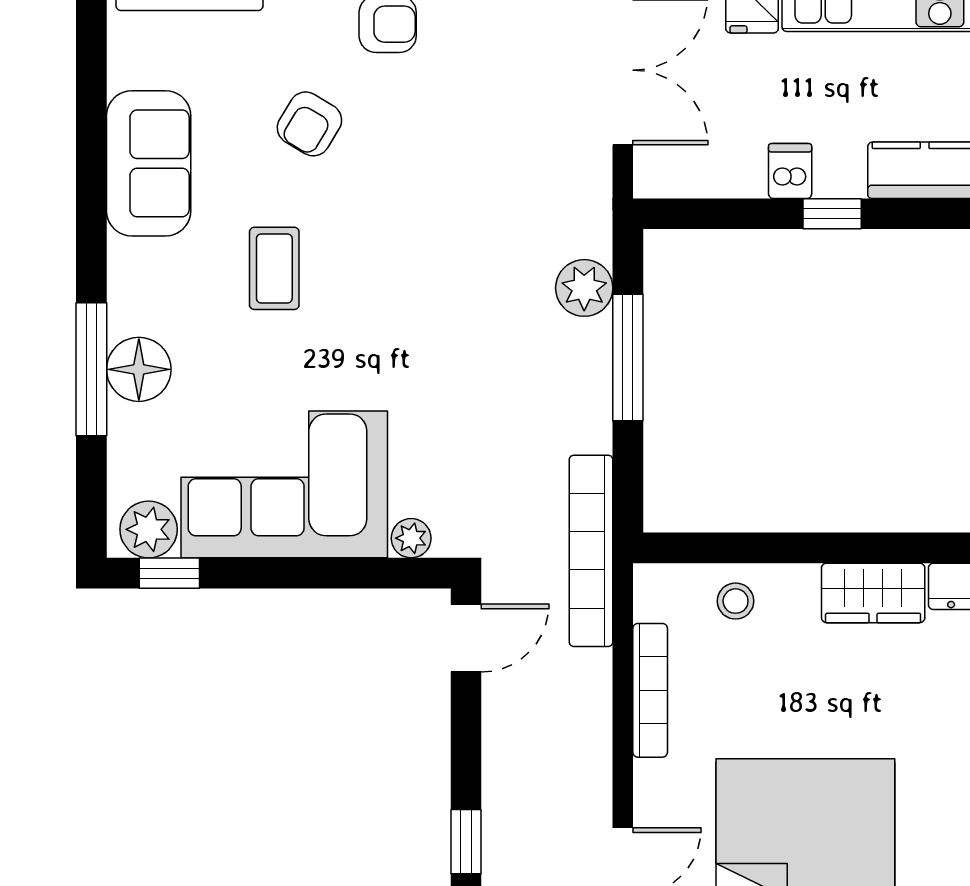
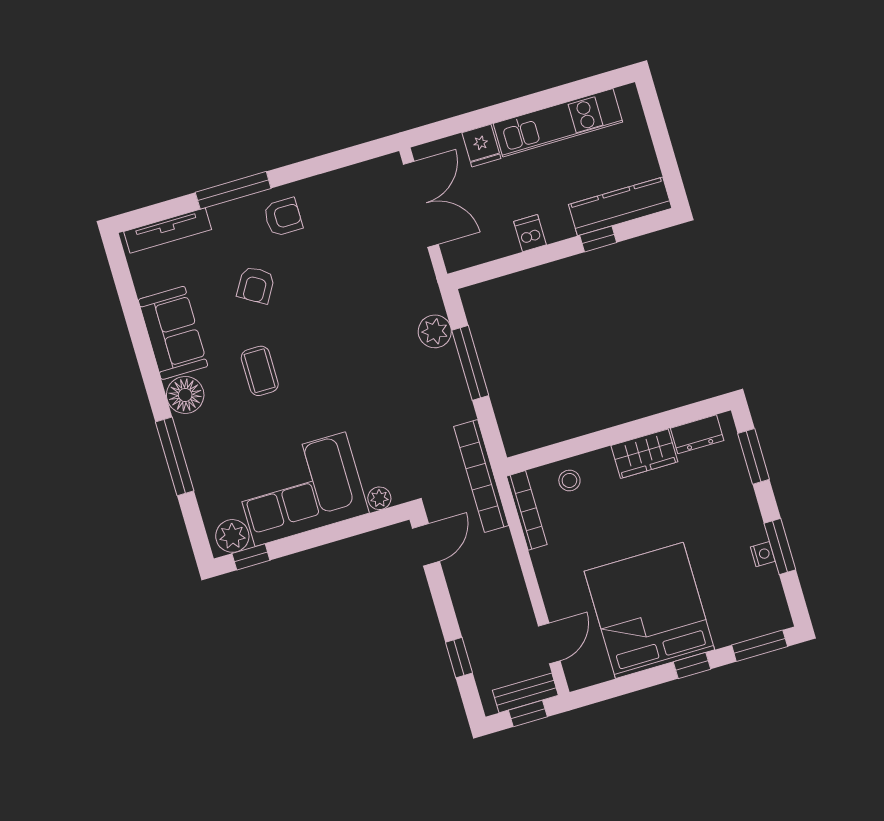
window: (832, 214) -> (598, 239), moved
floor lamp: (139, 369) -> (185, 395), moved
bookcase: (650, 690) -> (527, 510), moved

